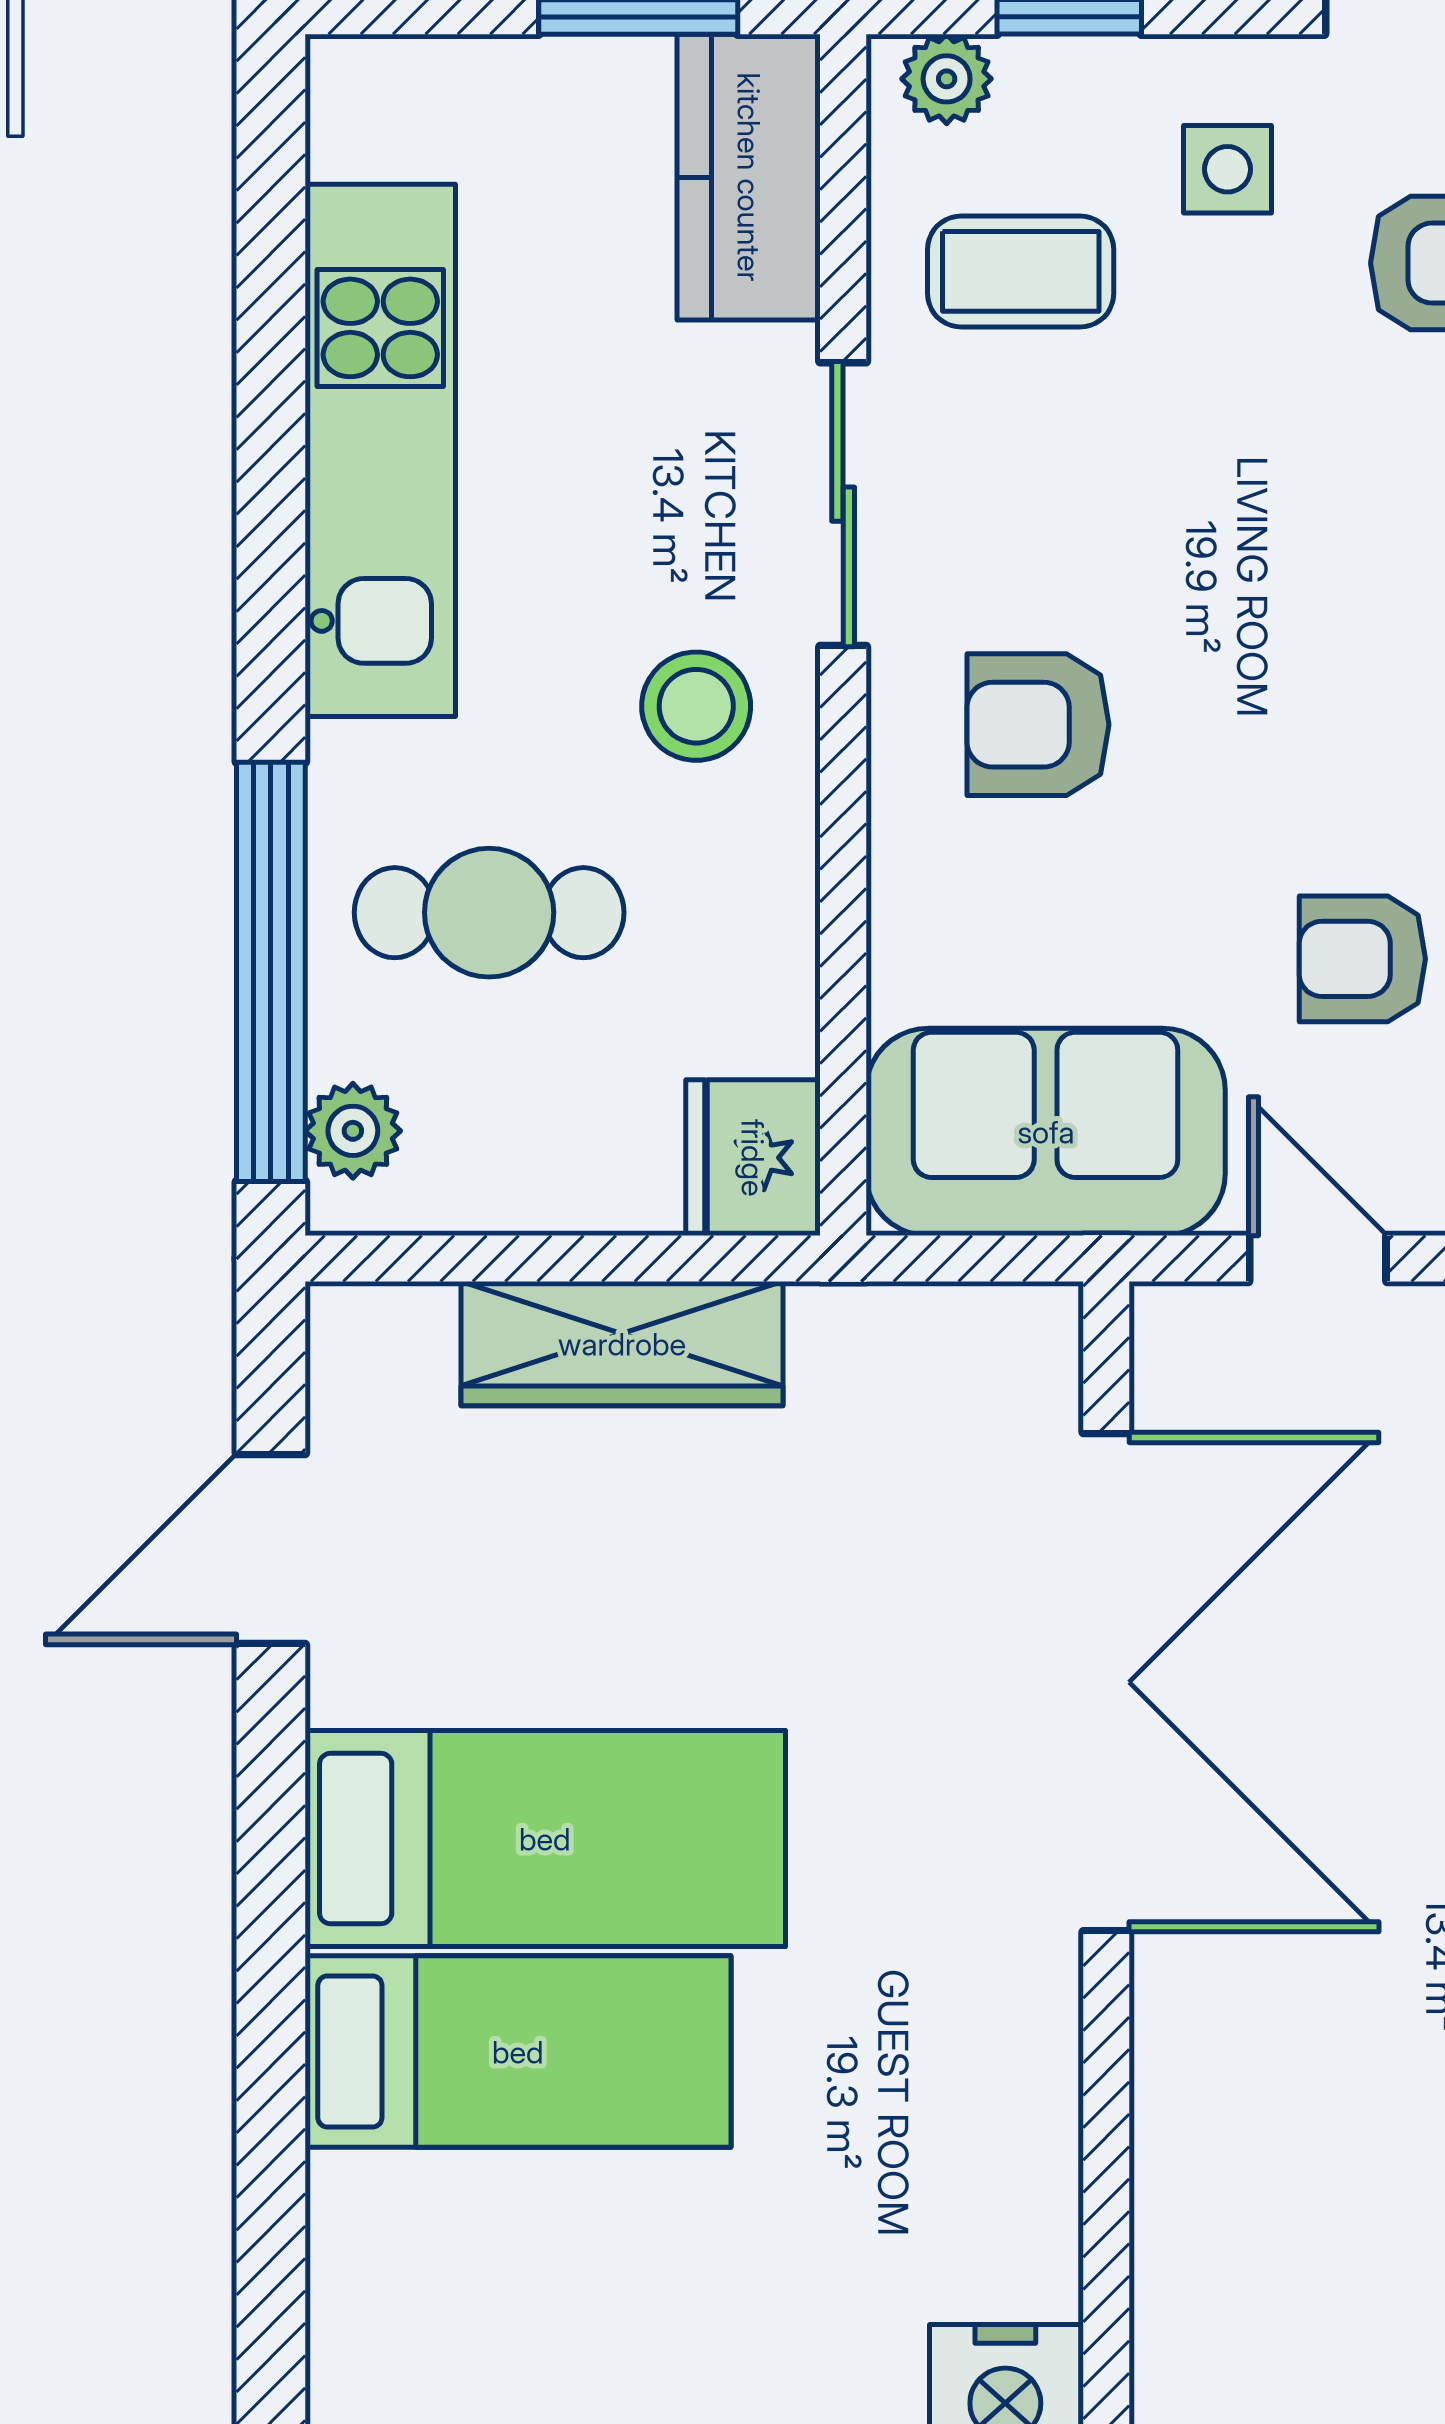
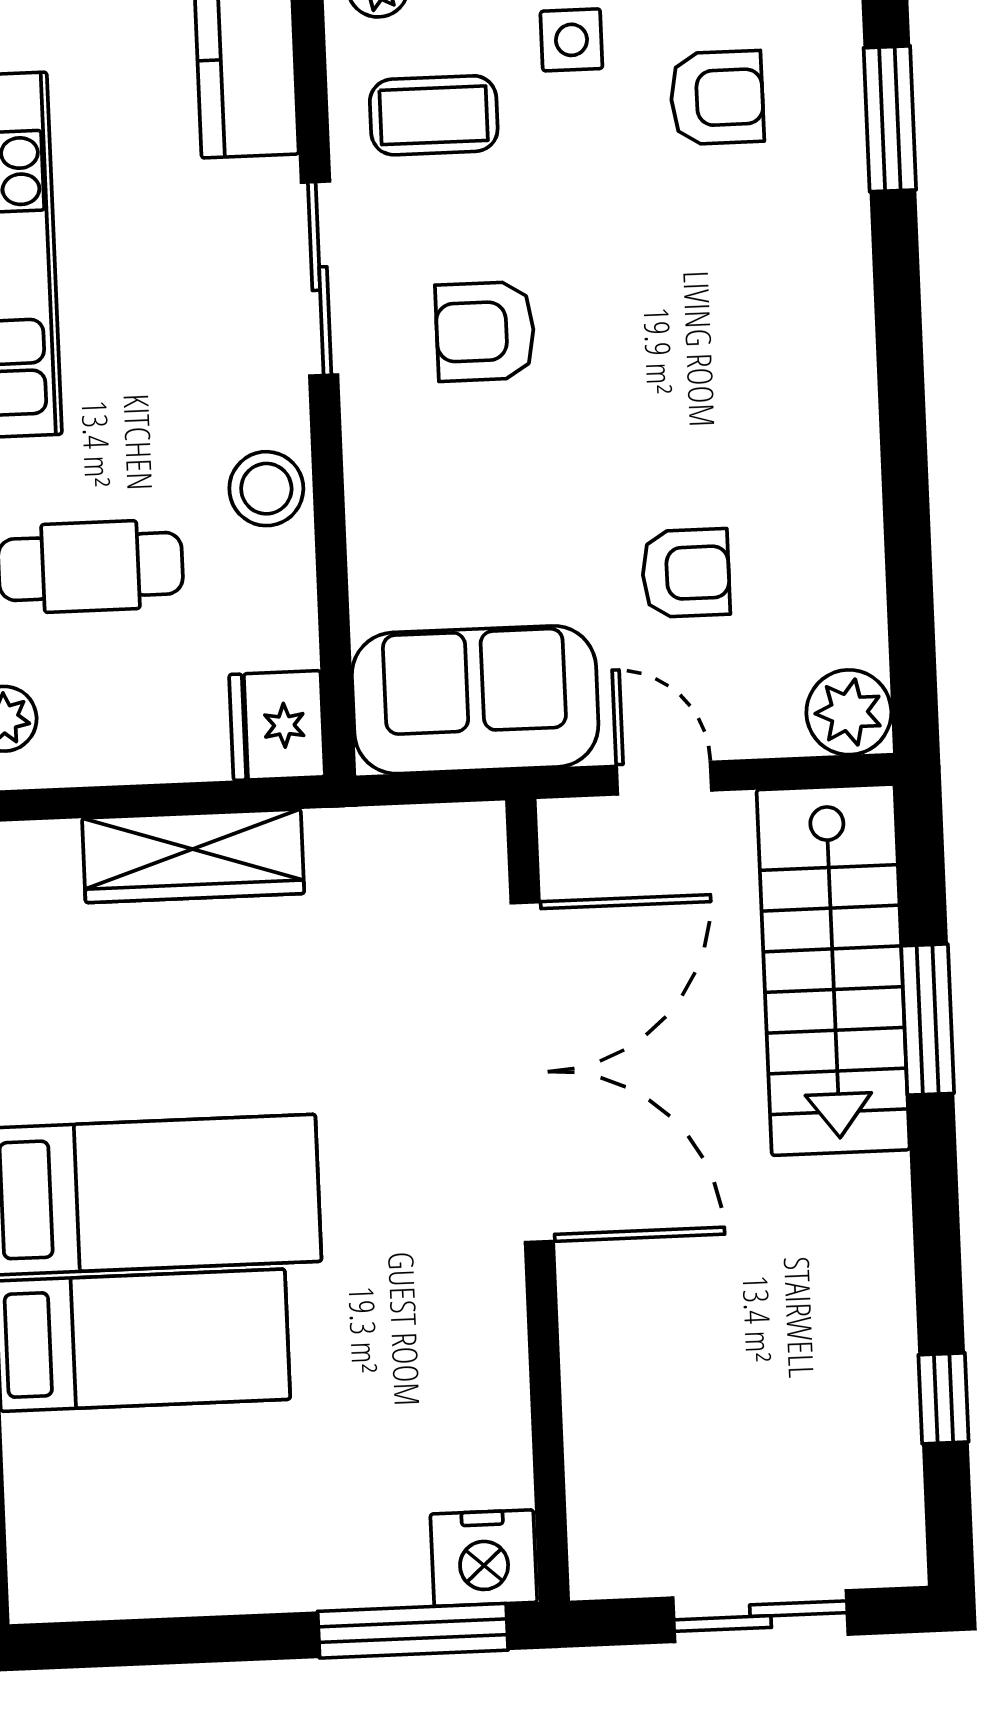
stool: (696, 706) -> (266, 489), moved
armchair: (1038, 725) -> (485, 331), moved
armchair: (1362, 959) -> (686, 573), turned 180

